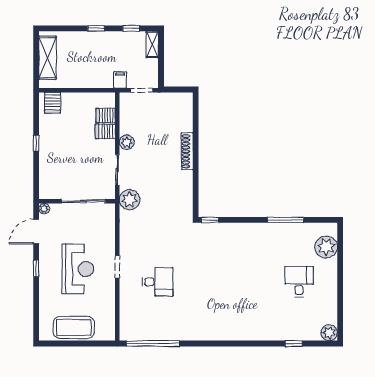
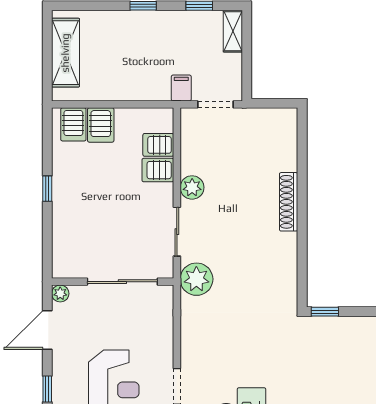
server rack: (70, 103) -> (101, 125), added

